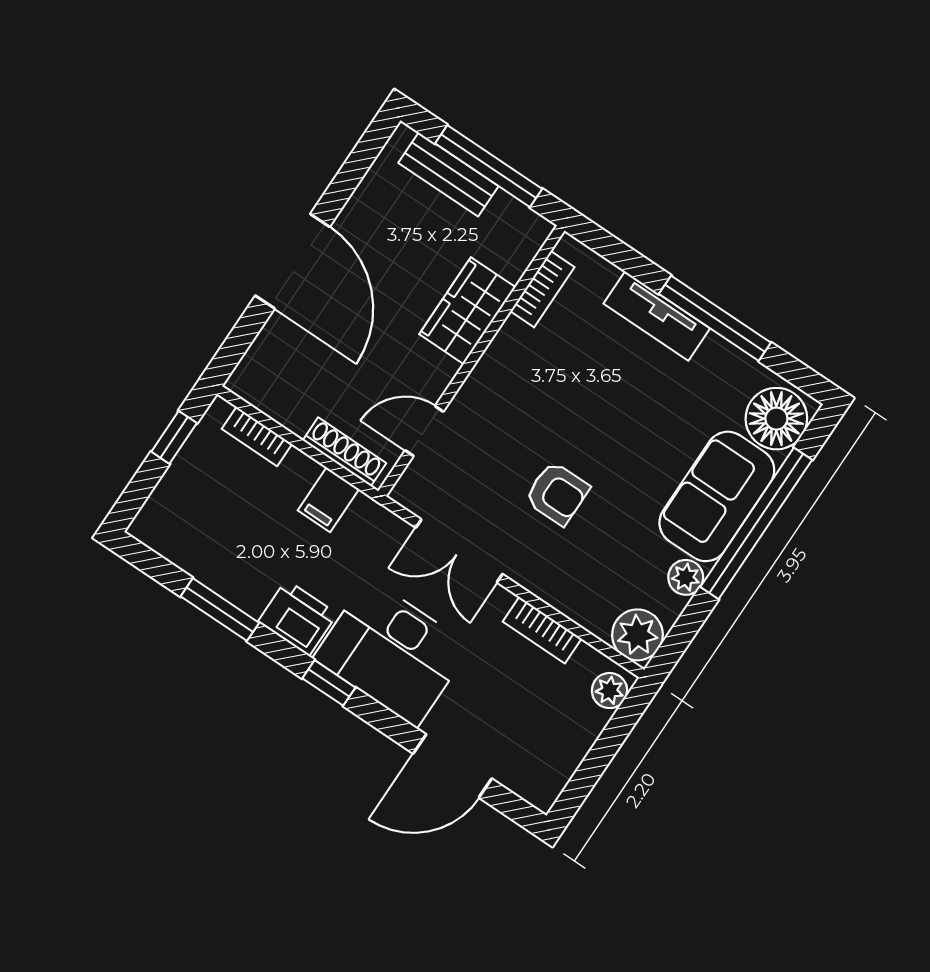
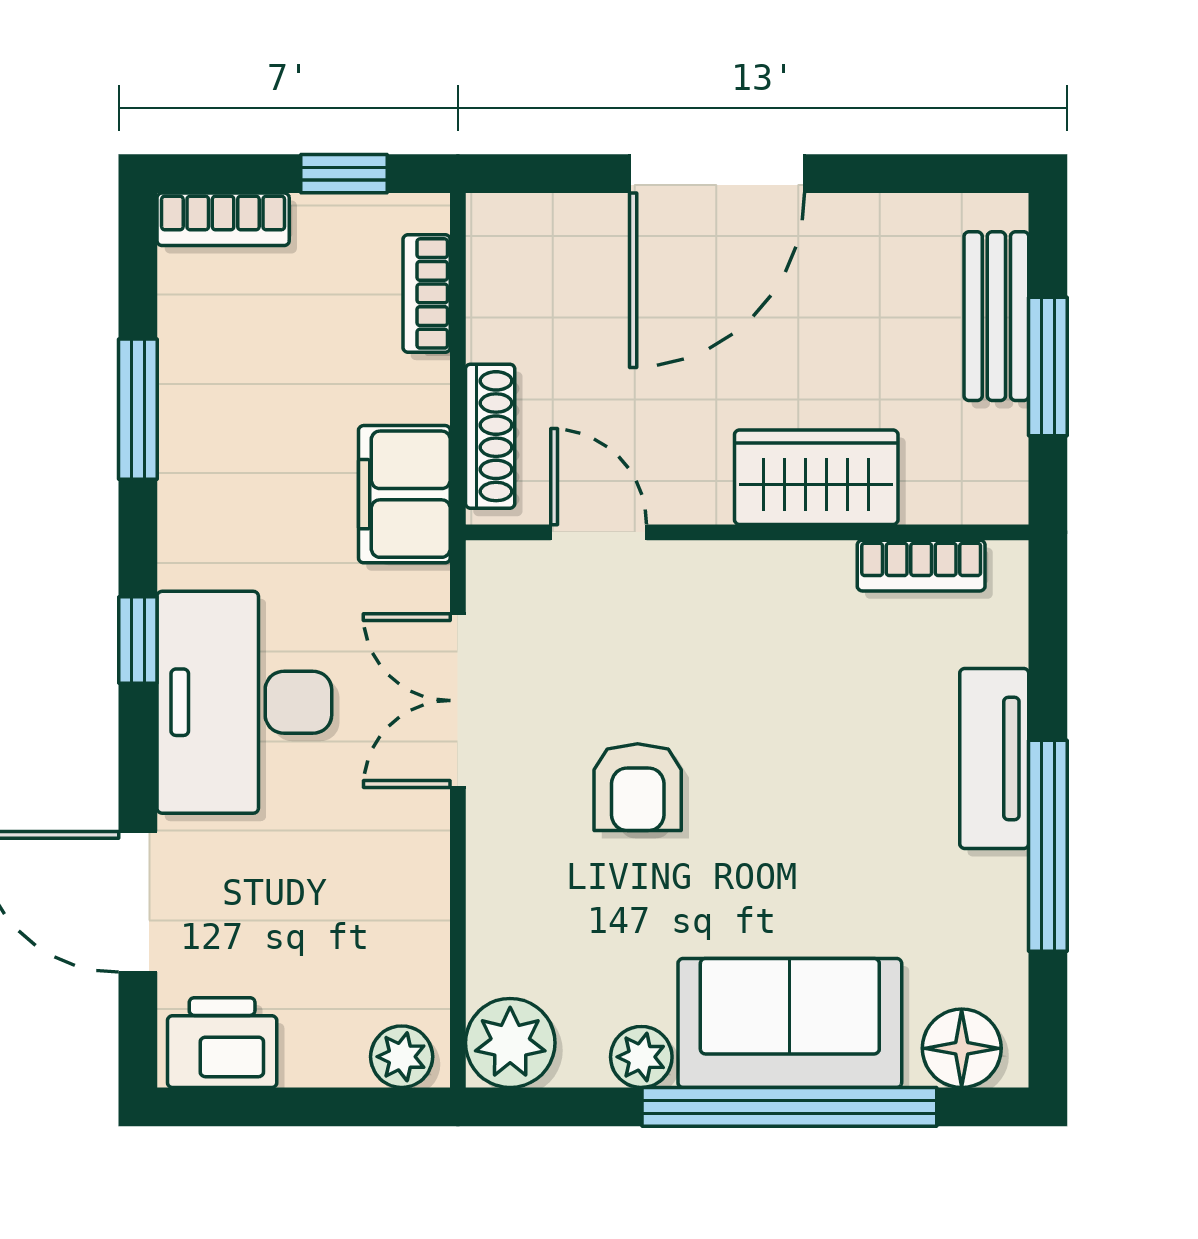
window: (489, 166) -> (1048, 366), width x0.69
floor lamp: (776, 419) -> (962, 1048), width x0.73, depth x0.73
filing cabinet: (328, 500) -> (404, 494), width x2.00
printer: (298, 618) -> (222, 1043), moved, turned -90
bookcase: (542, 630) -> (223, 219), moved, turned -90

